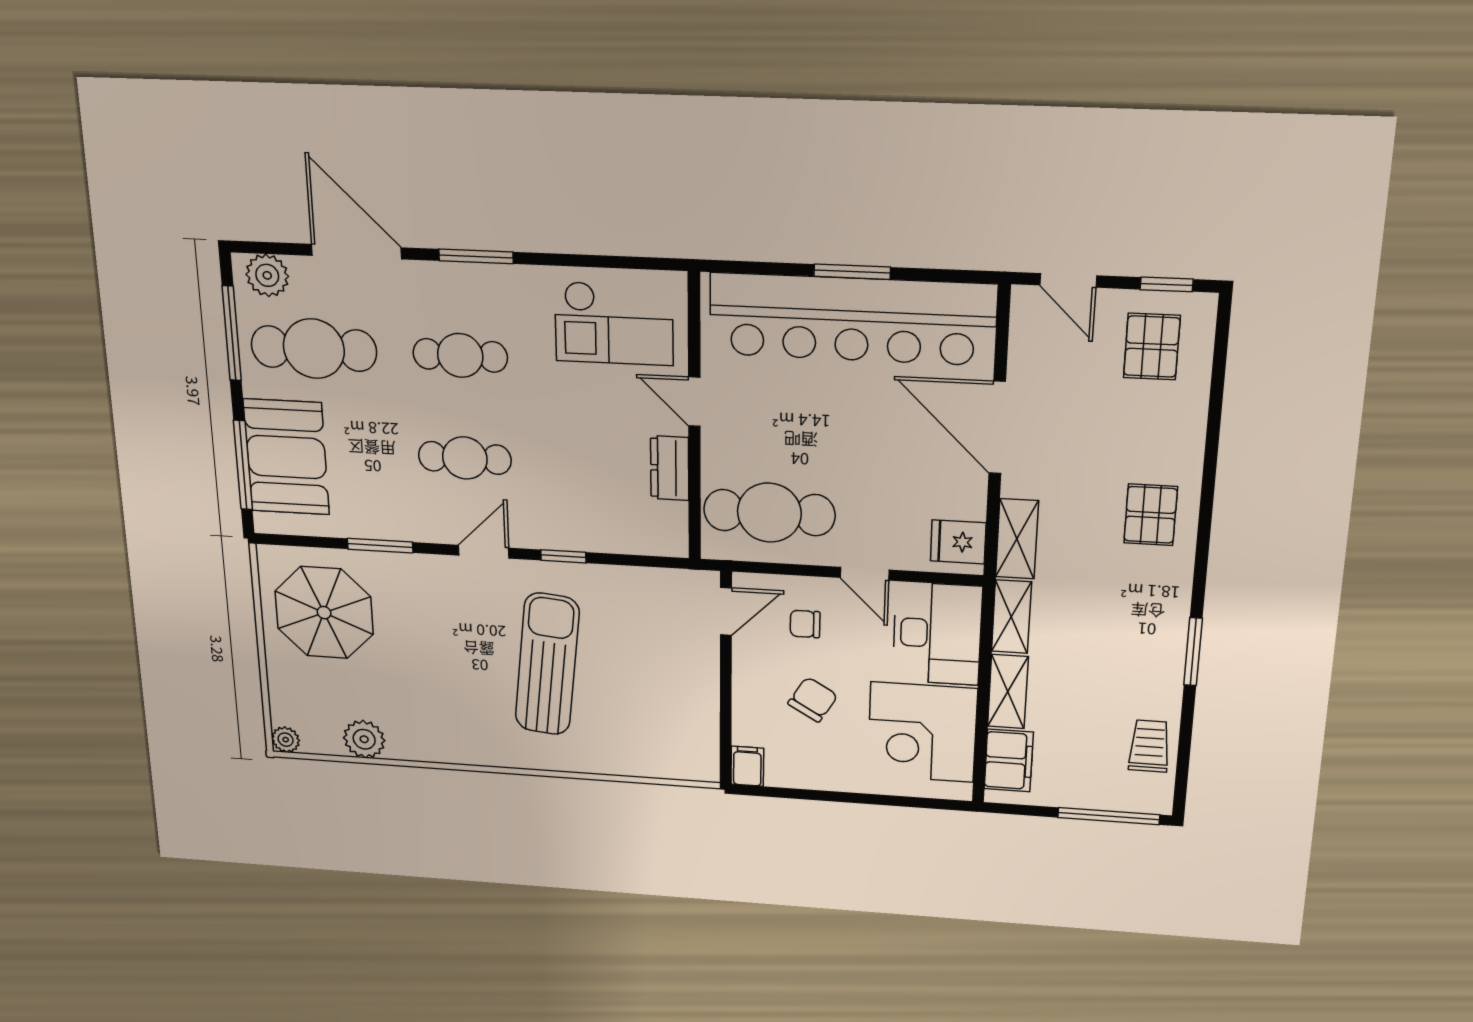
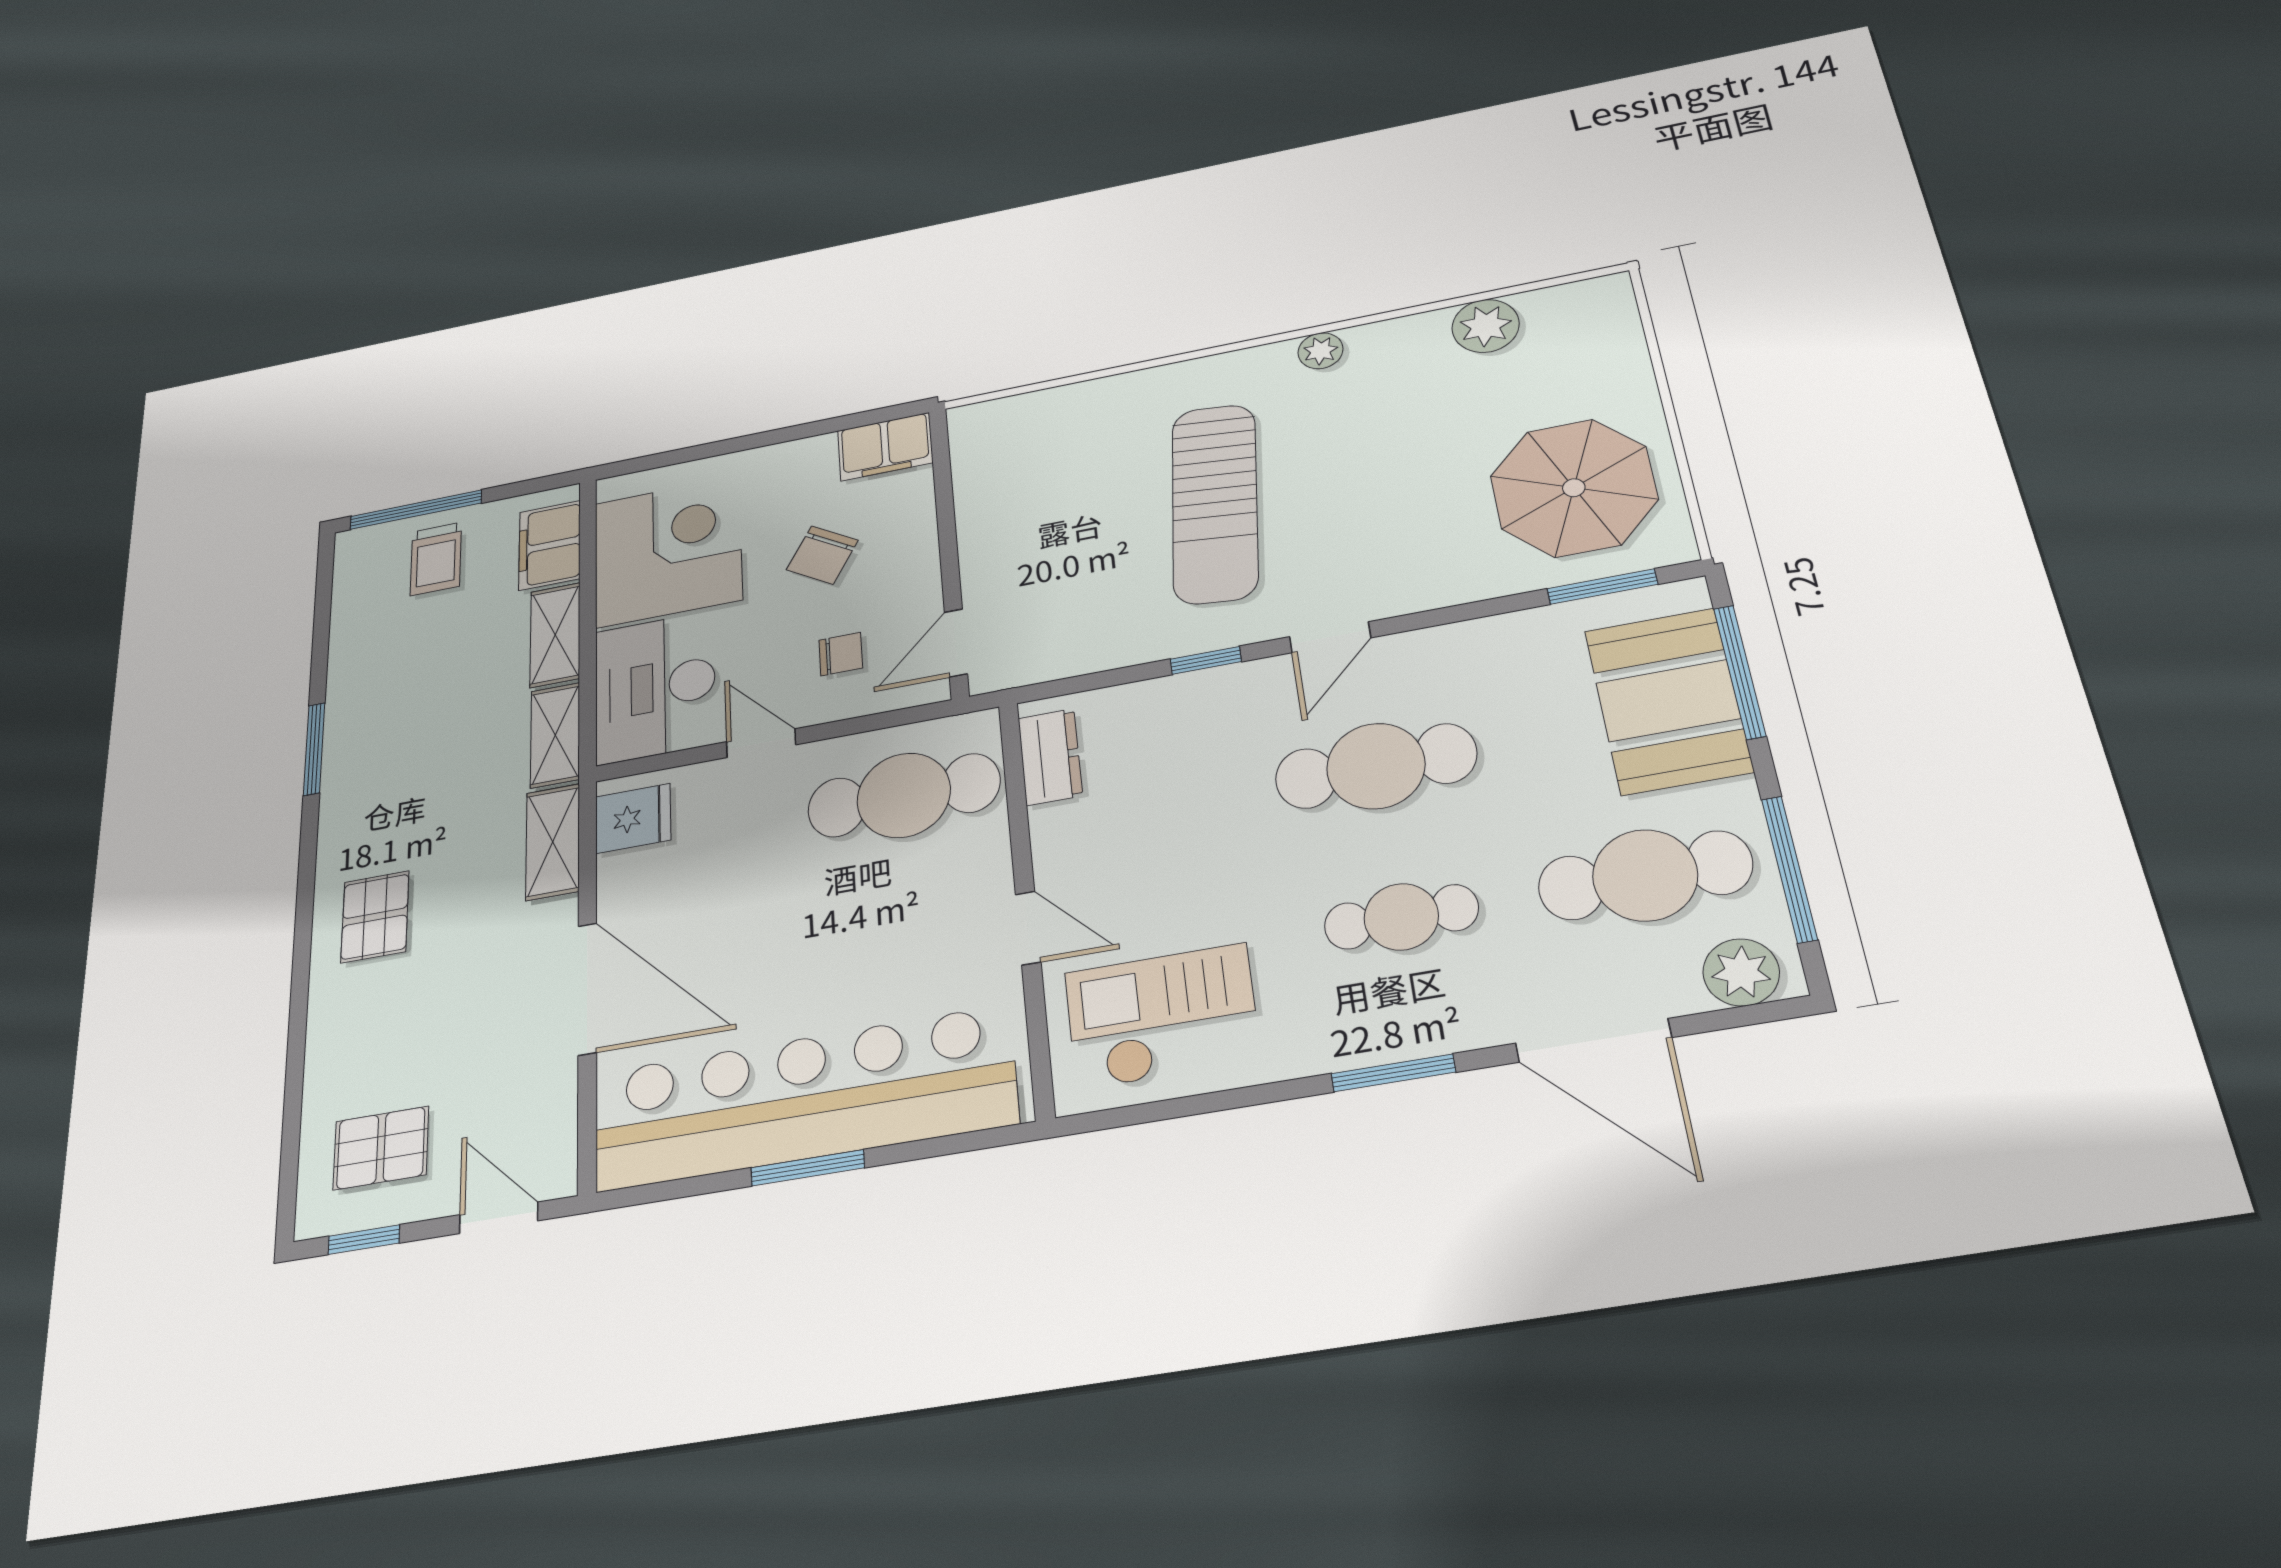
pallet: (1152, 347) -> (381, 1148), turned 90
cafe table: (465, 458) -> (1376, 766), width x1.37, depth x1.35
dresser: (670, 468) -> (1050, 757), moved
window: (380, 546) -> (1602, 587), moved
plant: (286, 740) -> (1320, 351), moved
trolley: (1149, 746) -> (436, 559), moved
filing cabinet: (747, 766) -> (885, 447), width x2.00

